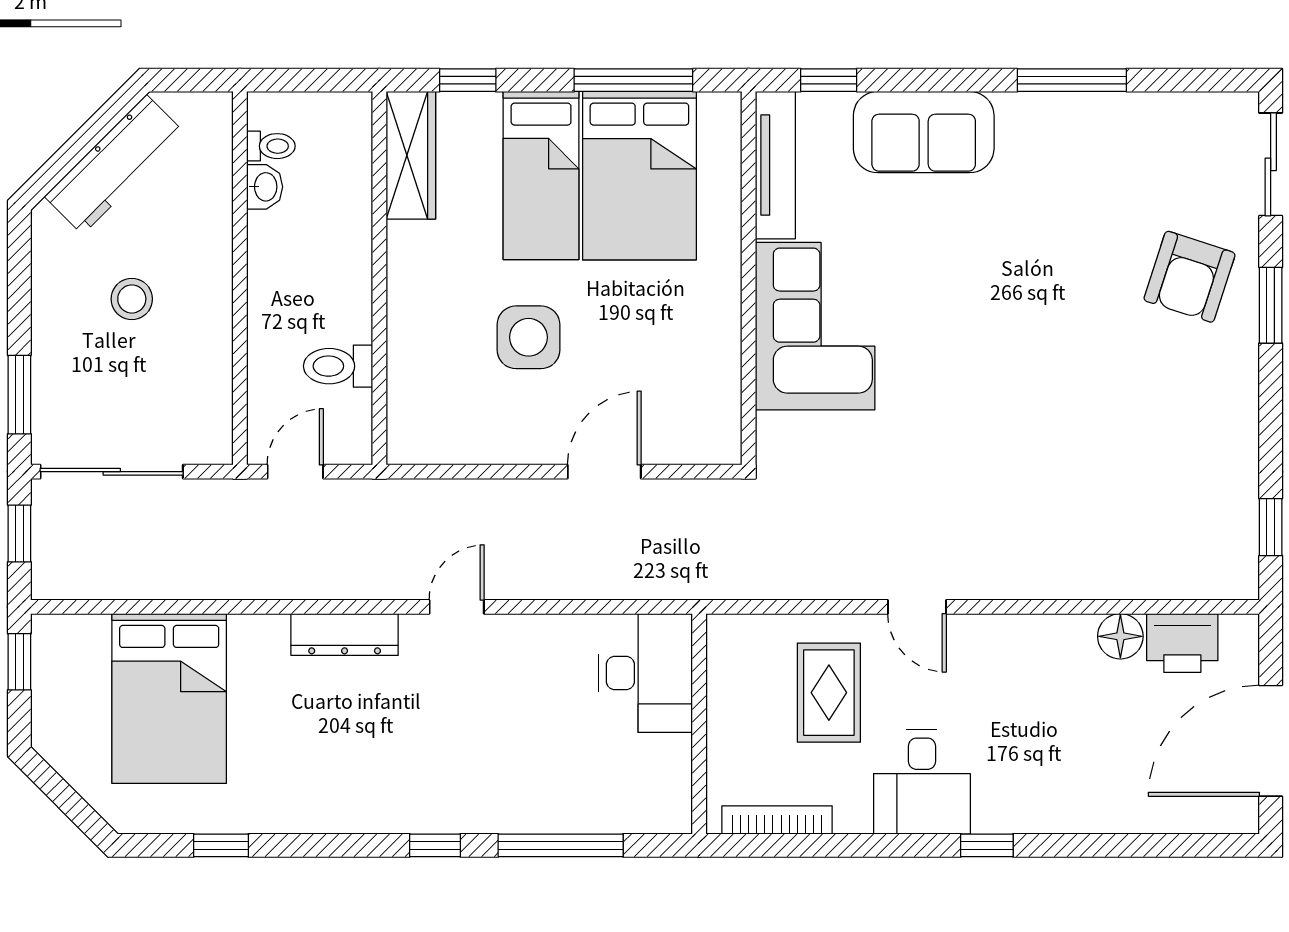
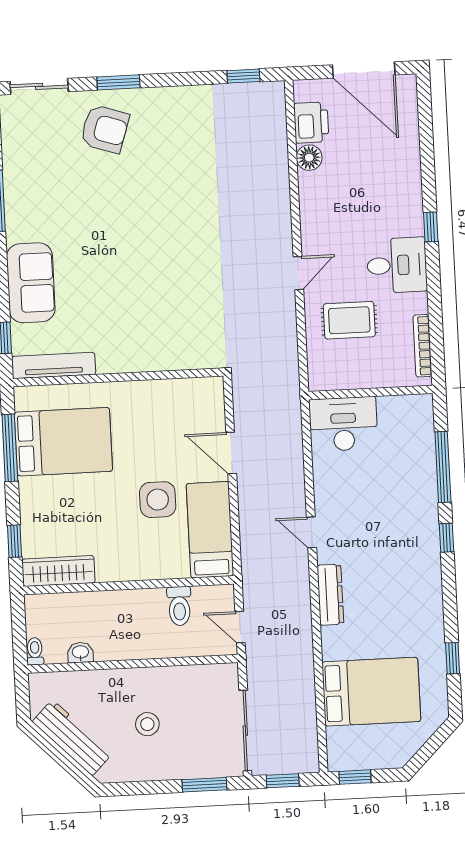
toilet: (271, 146) -> (35, 651), moved
bed: (541, 175) -> (210, 530), moved, turned -90
corner sofa: (815, 326) -> (143, 338), removed

